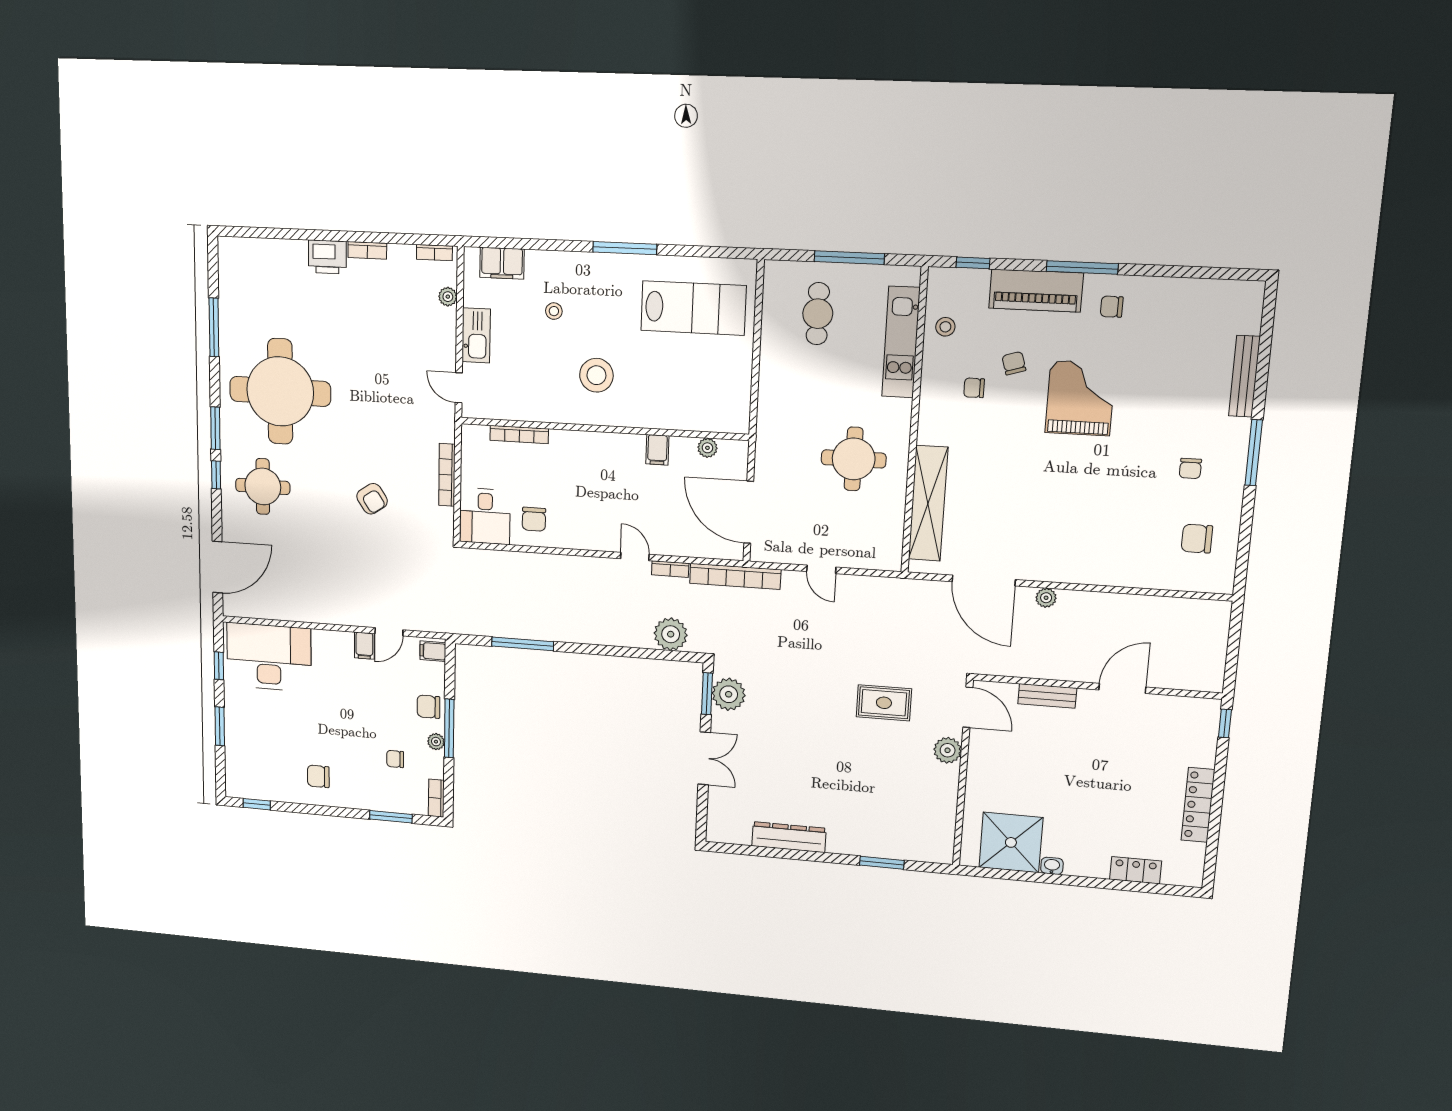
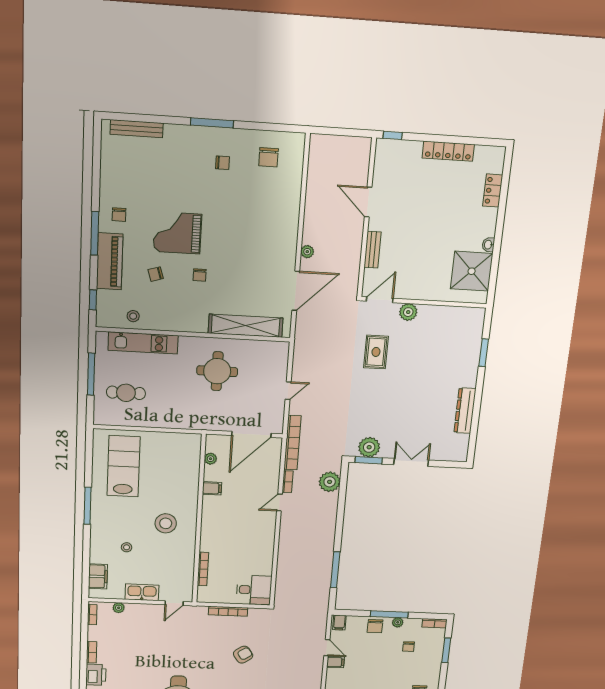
bench: (1244, 376) -> (137, 129), moved
chair: (974, 388) -> (200, 275), moved
chair: (534, 519) -> (256, 562), removed

